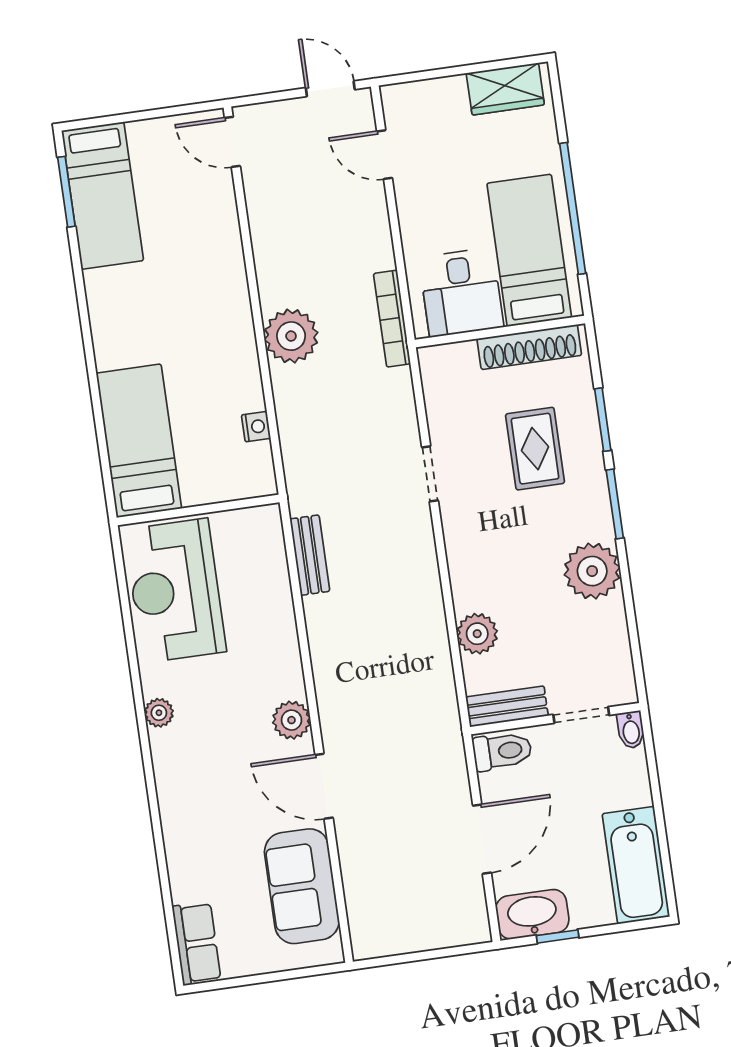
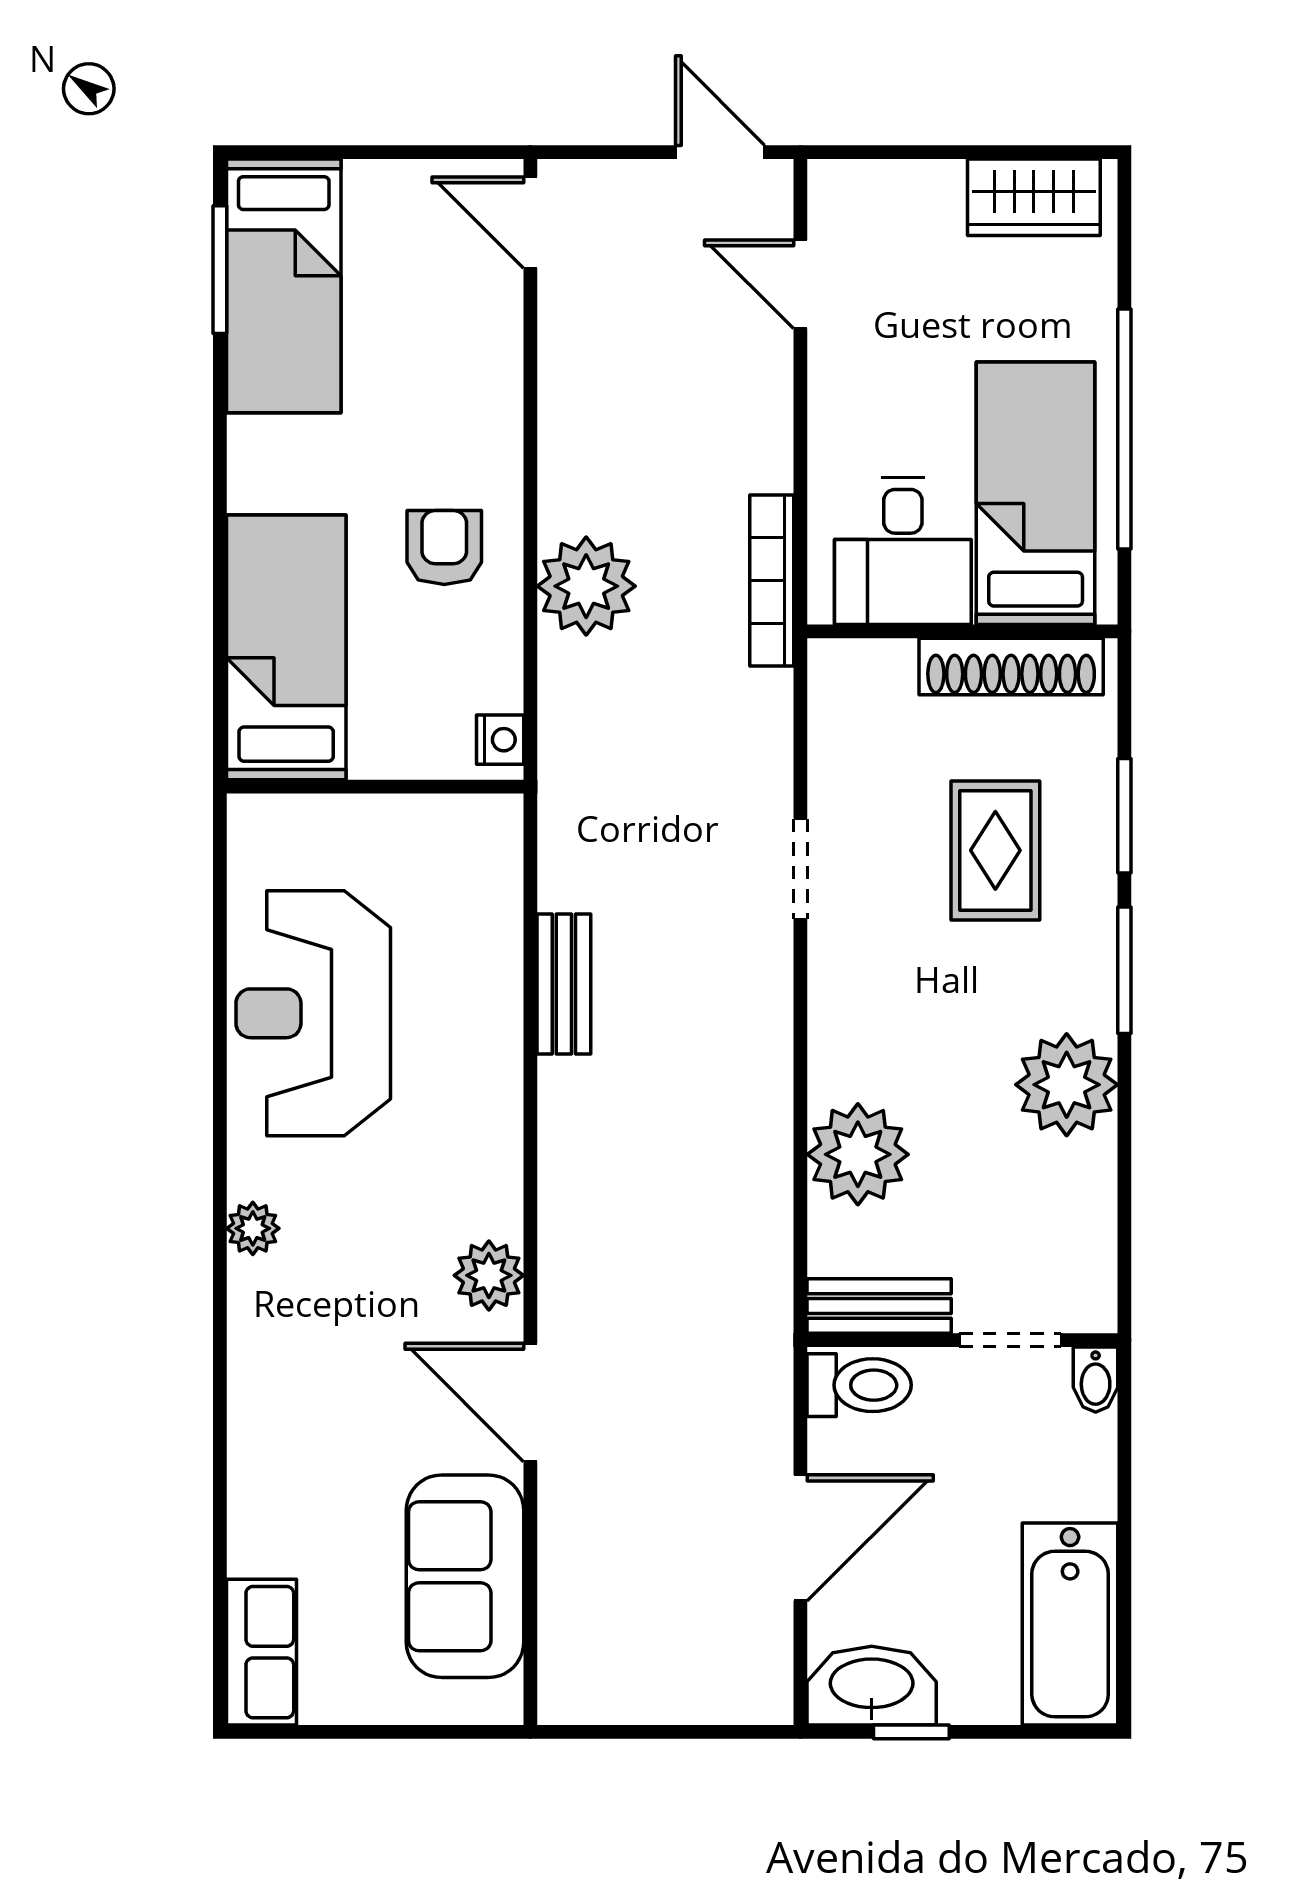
armchair: (211, 326) -> (444, 547), added
bed: (139, 441) -> (286, 647), moved
wall: (198, 510) -> (375, 787), moved
plant: (477, 634) -> (858, 1154), width x1.36, depth x1.36

